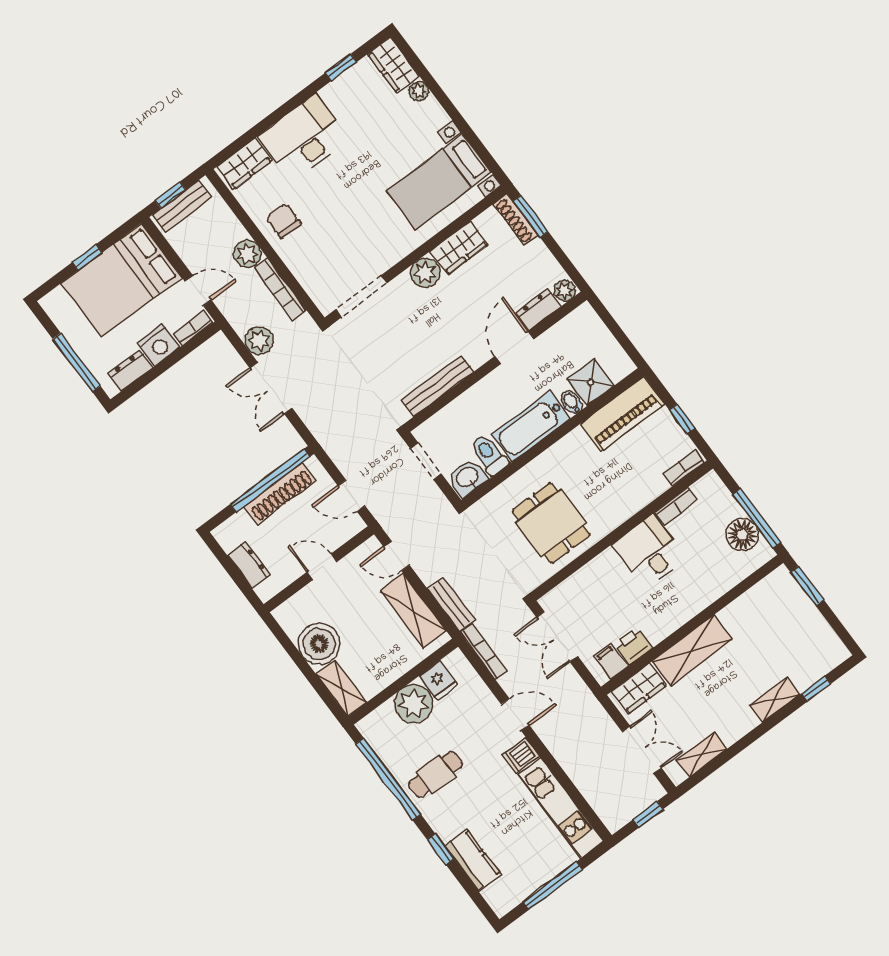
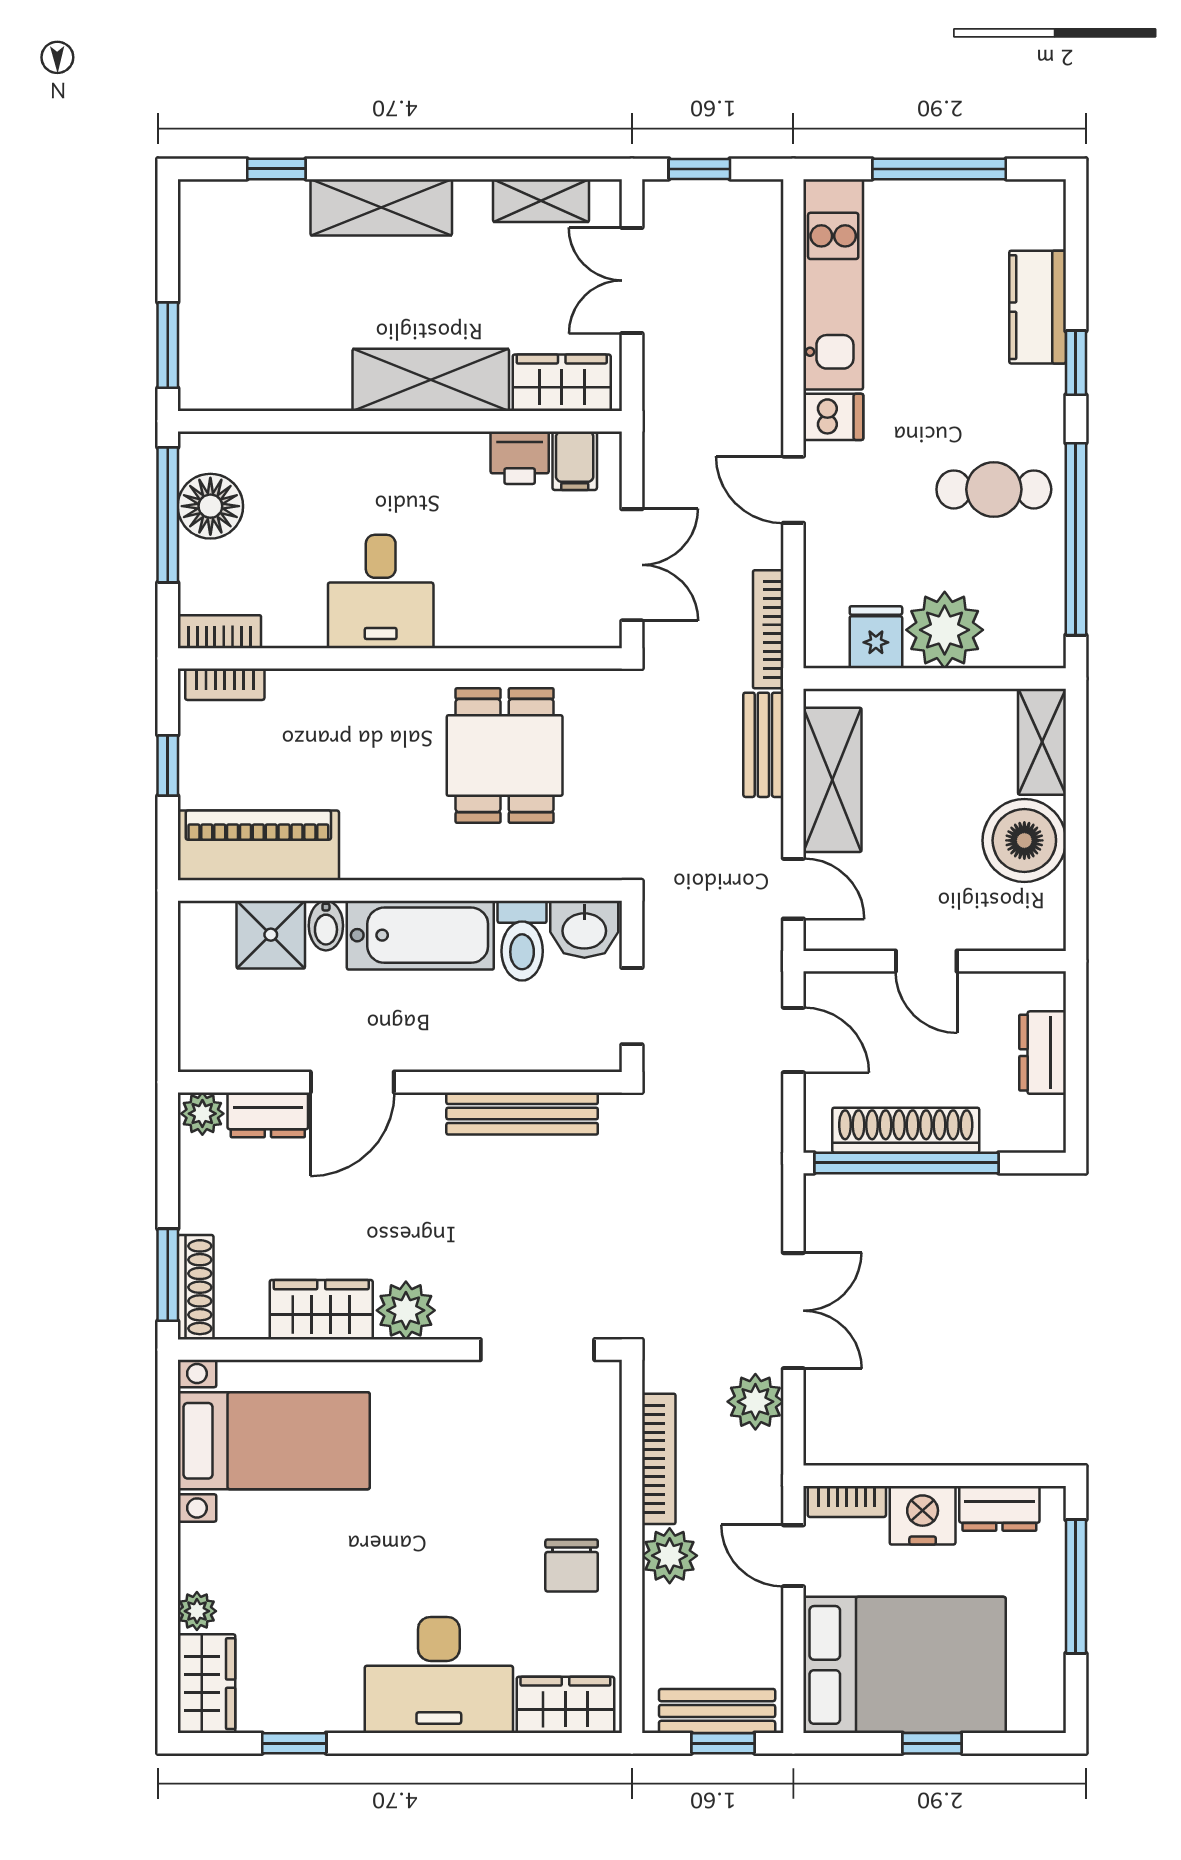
bookcase: (676, 506) -> (219, 632), moved
shelving: (775, 700) -> (381, 207), width x1.50, depth x1.33

